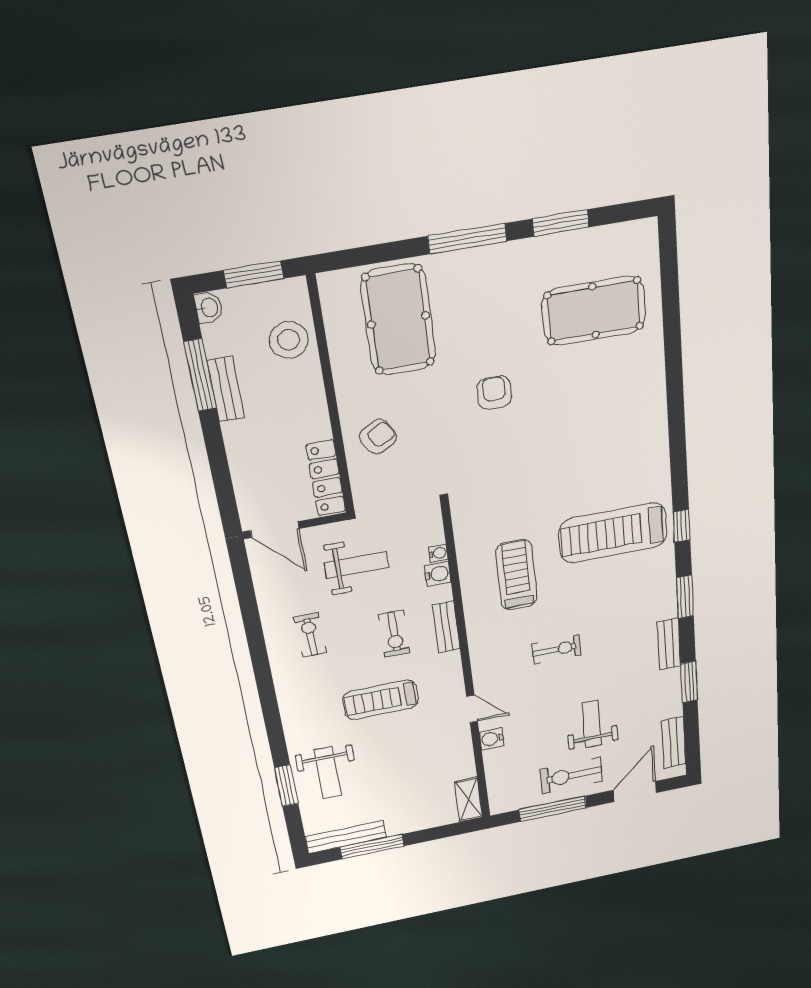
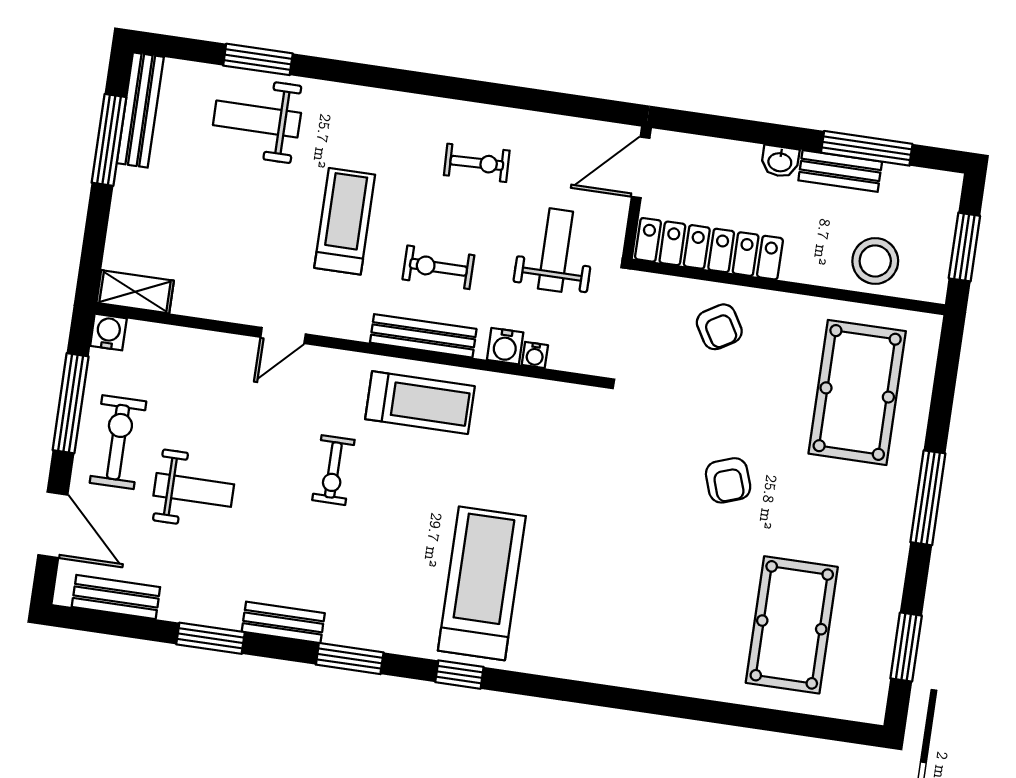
window: (561, 223) -> (906, 647), moved
washbasin: (209, 308) -> (780, 161), moved
pool table: (398, 320) -> (857, 392), turned 90
armchair: (494, 393) -> (728, 480), turned 71
locker: (326, 478) -> (709, 249), width x1.41, depth x1.21
weight bench: (357, 565) -> (555, 250), turned 180
treadmill: (516, 575) -> (420, 403), moved
bench: (446, 627) -> (423, 336), width x1.36
water cooler: (492, 739) -> (108, 332), moved

